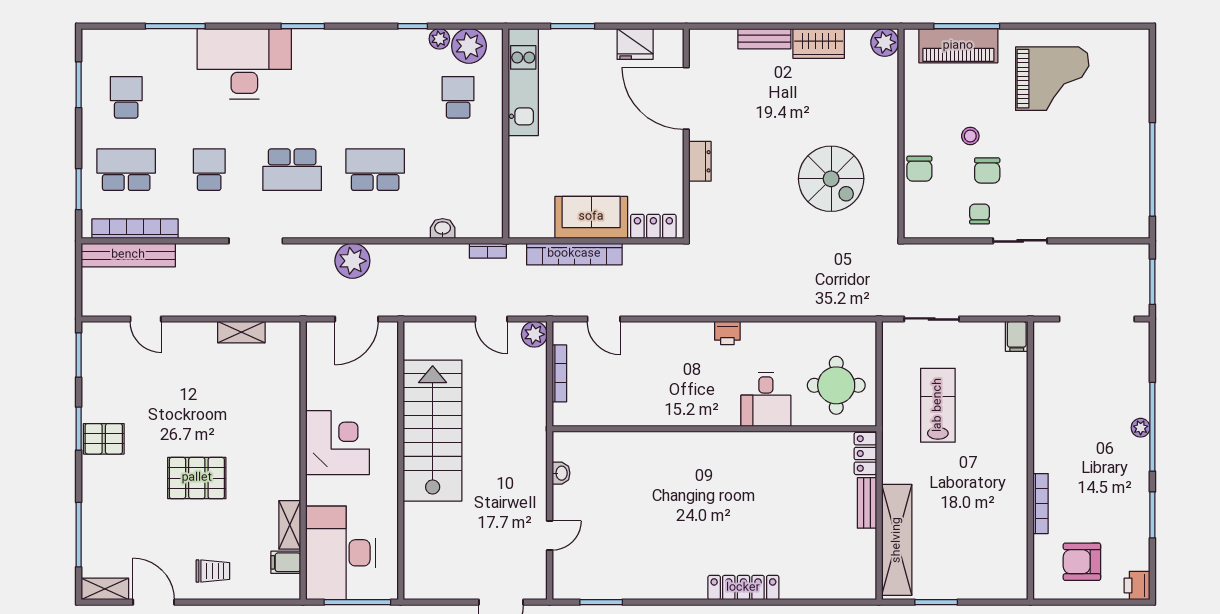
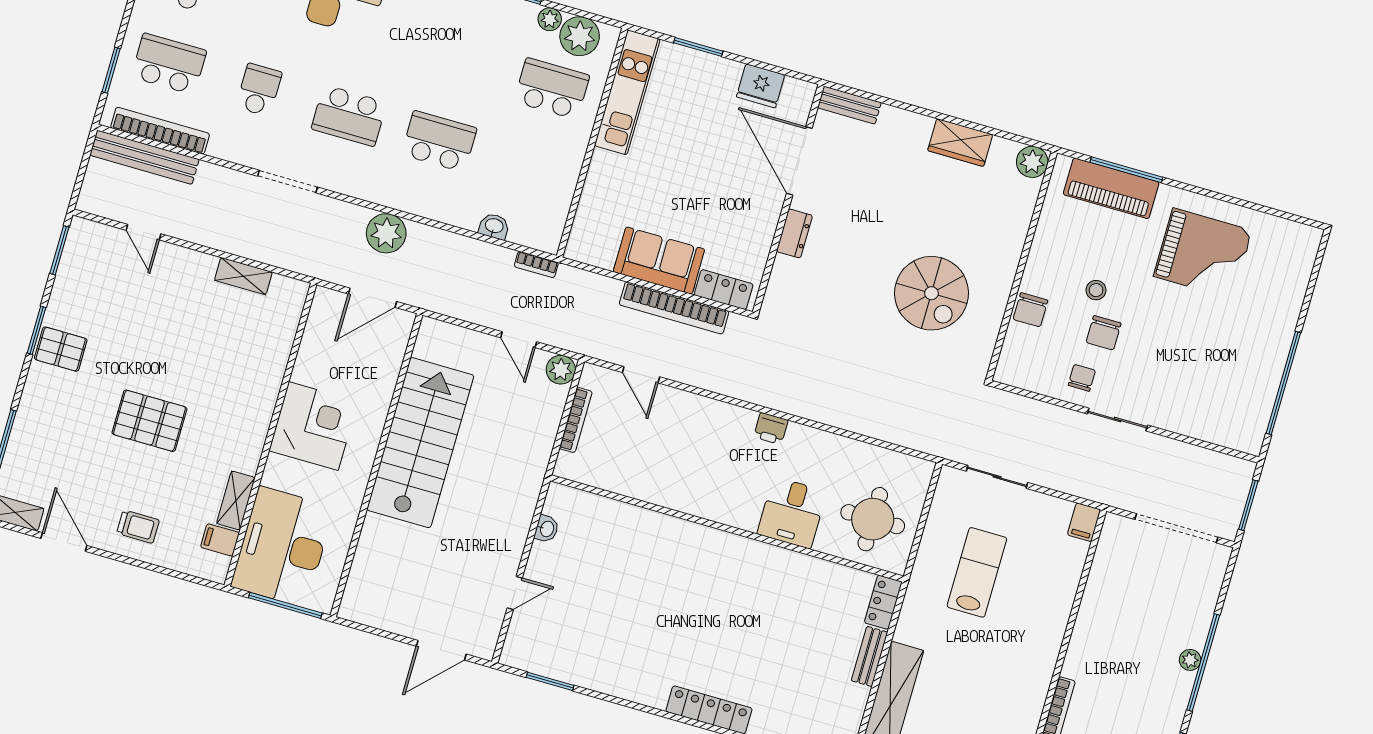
bench: (764, 39) -> (849, 105), moved
school desk: (458, 97) -> (552, 89), width x1.85
bookcase: (574, 254) -> (674, 308), moved

